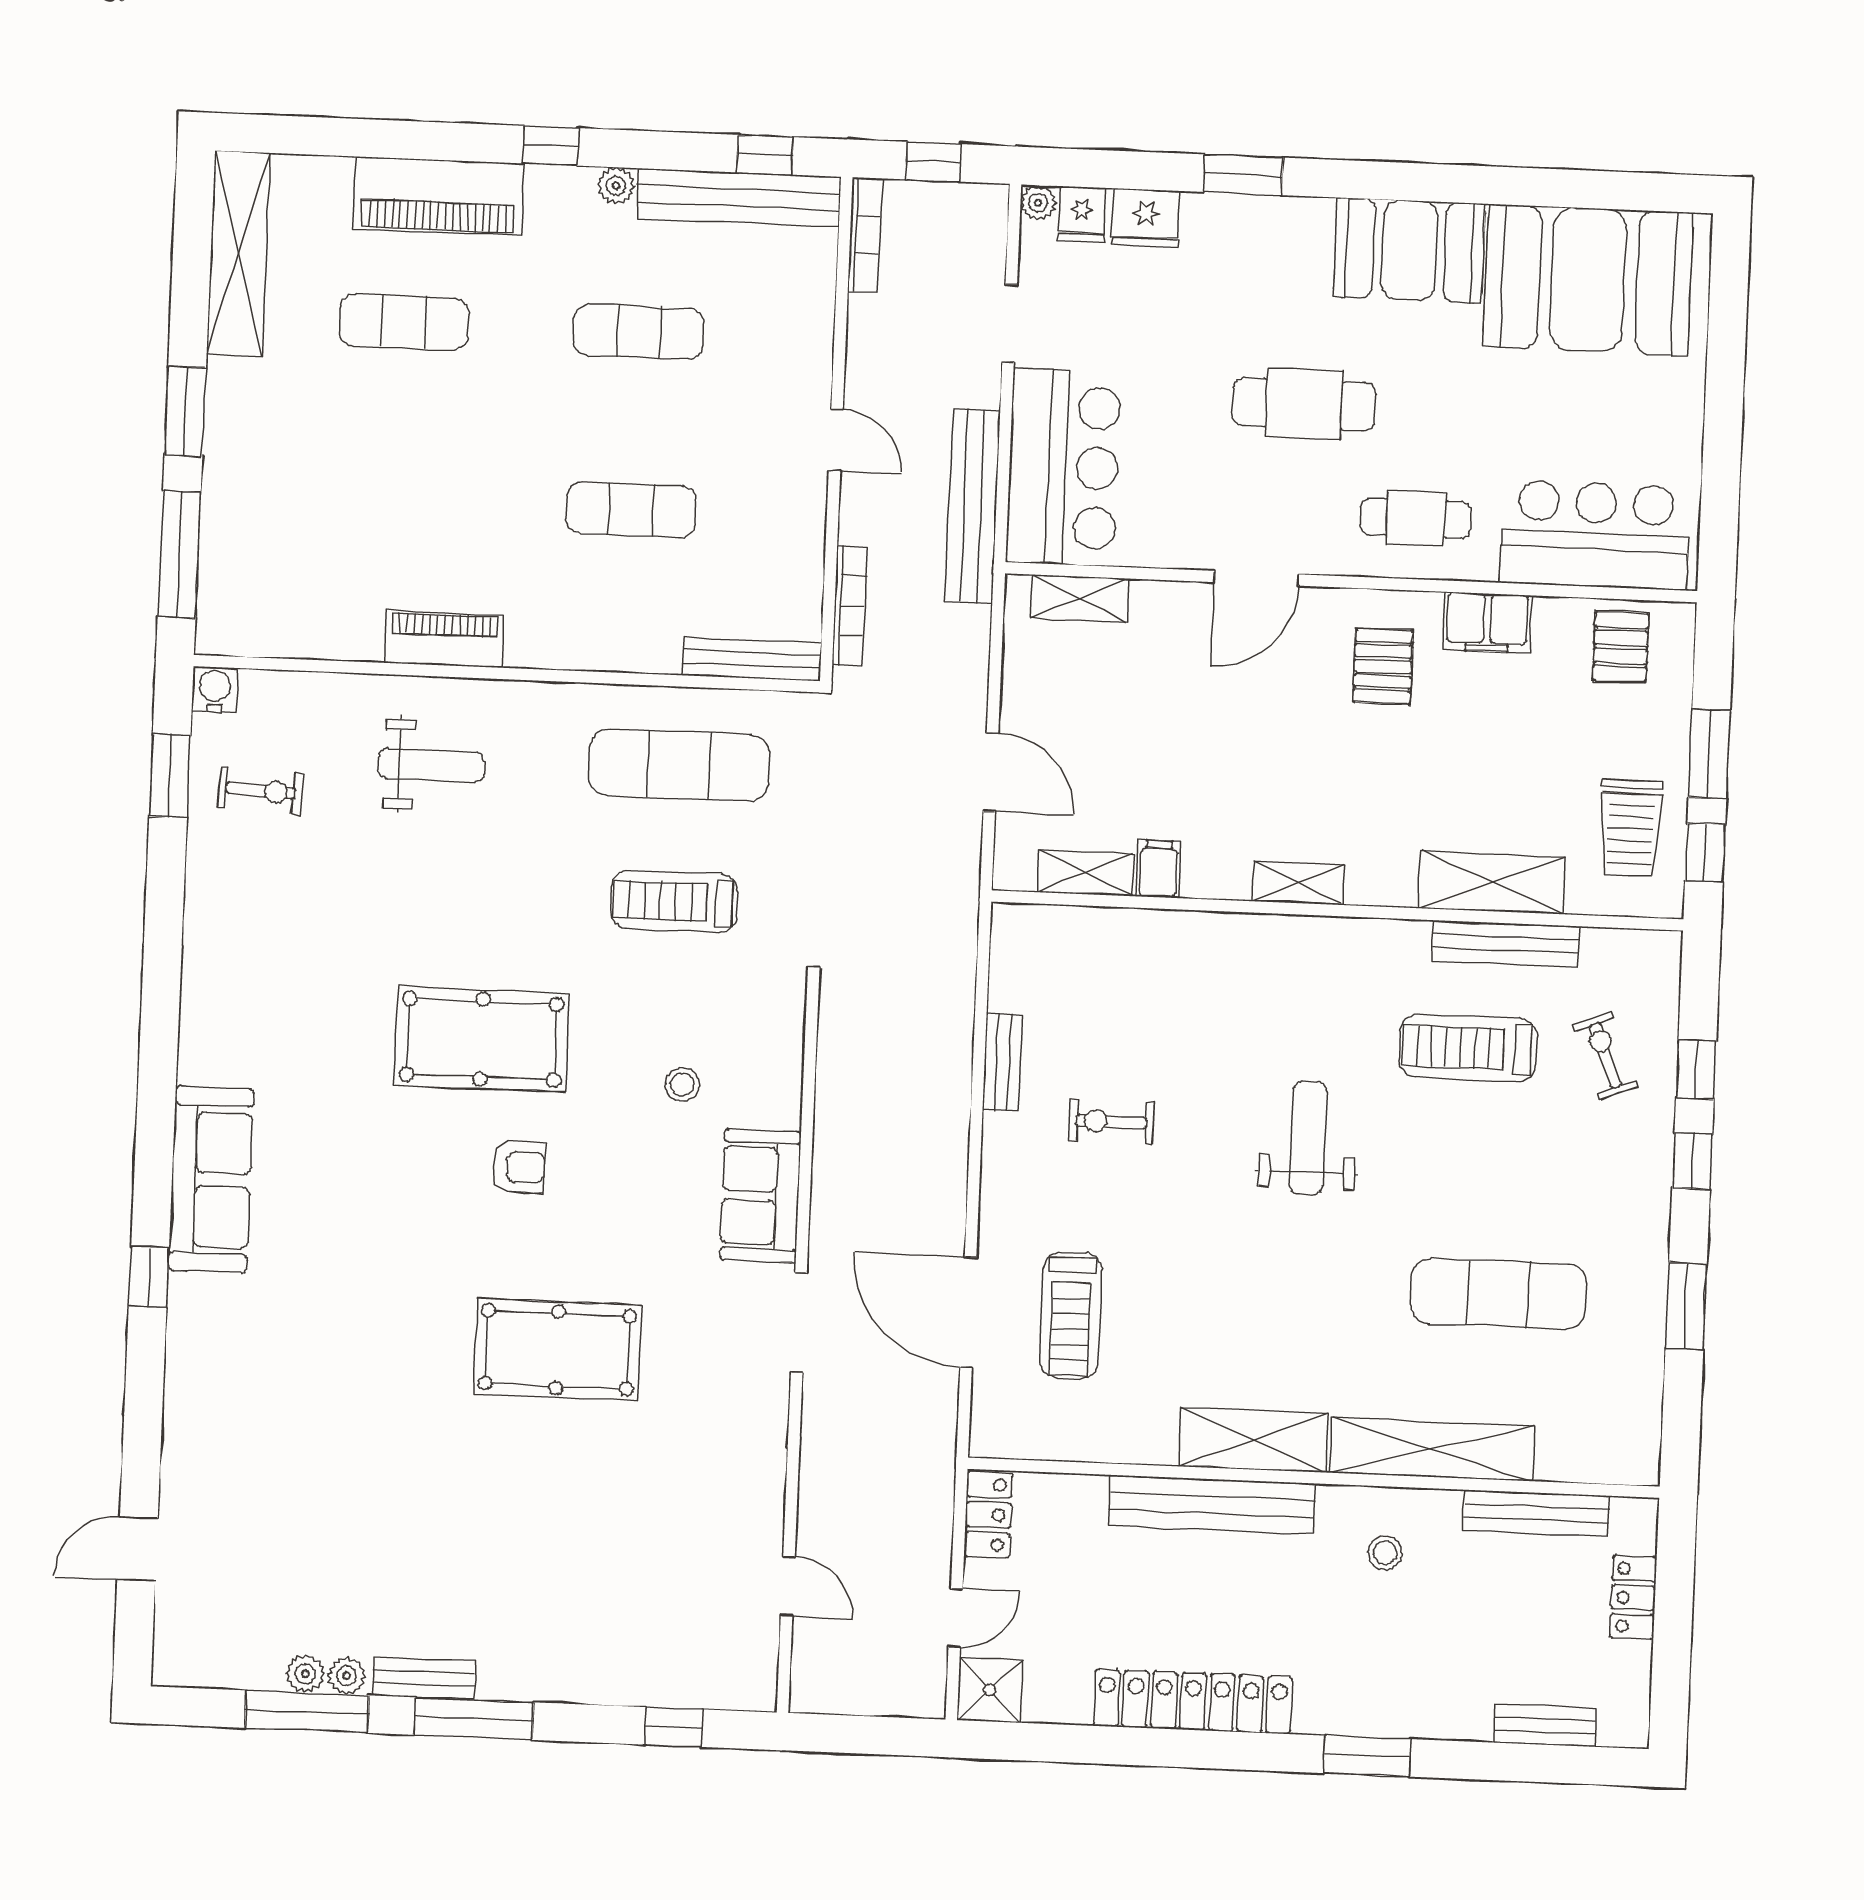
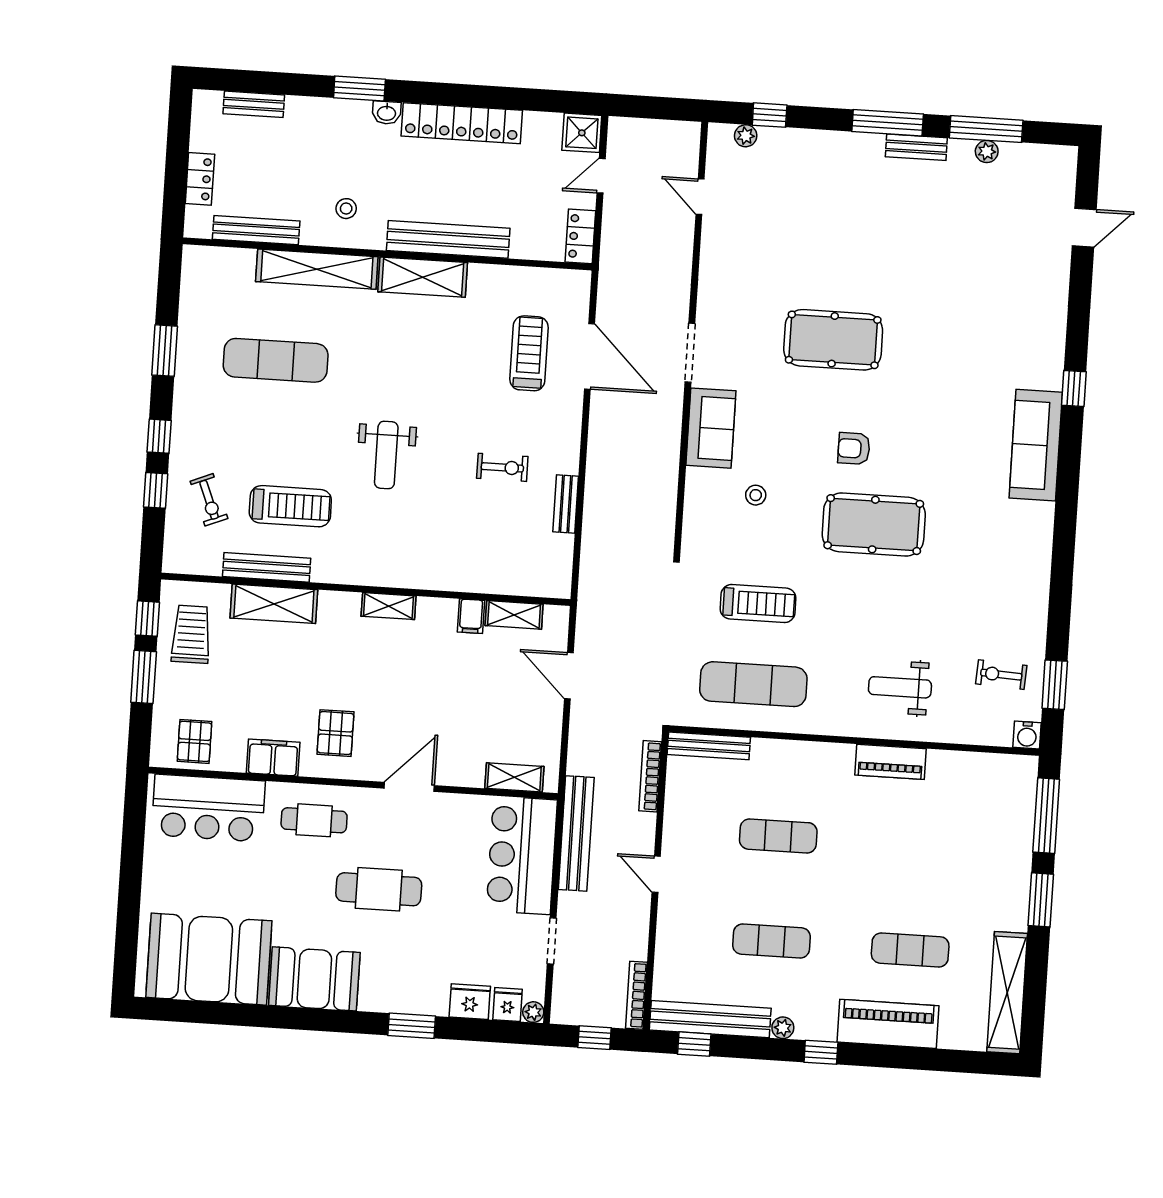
plant: (347, 1676) -> (746, 136), moved
washbasin: (1320, 1716) -> (387, 113), added

